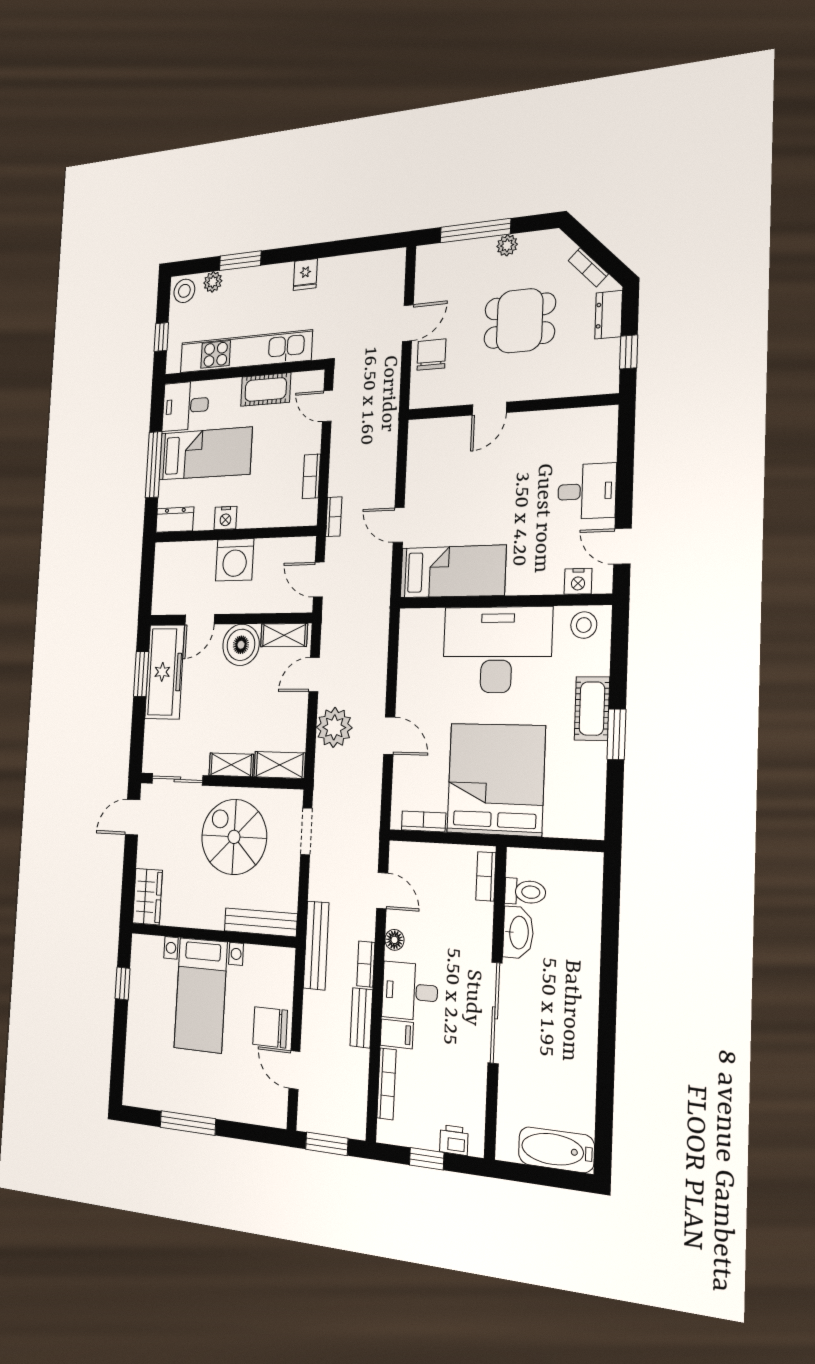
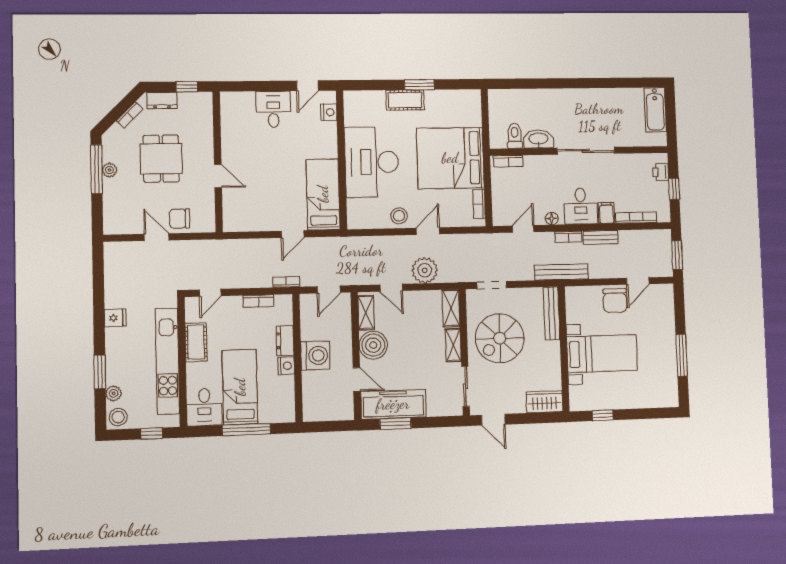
window: (475, 231) -> (97, 169), moved
dresser: (175, 520) -> (285, 341), moved
stool: (584, 625) -> (399, 216), moved

